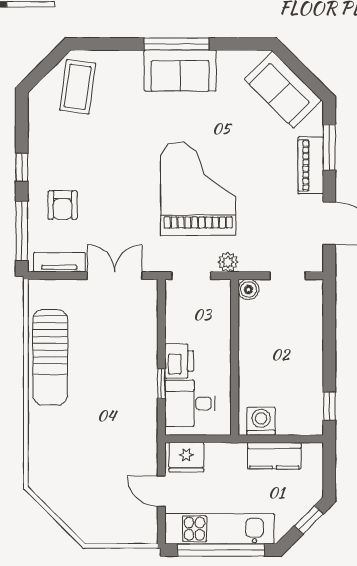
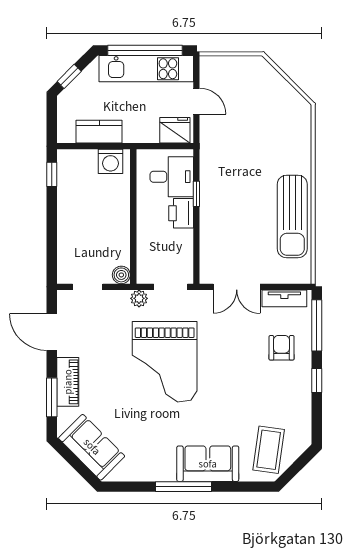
sofa: (180, 71) -> (208, 464), moved
sun lounger: (50, 357) -> (292, 217), turned 180

